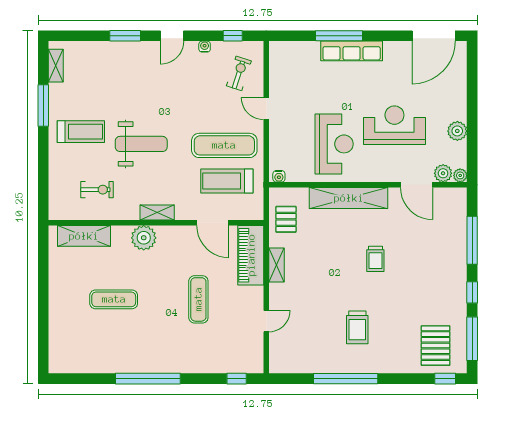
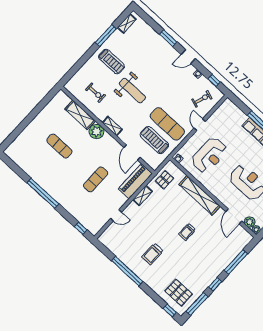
reception desk: (334, 144) -> (209, 155), moved
shelving: (84, 236) -> (80, 115), moved
pallet: (436, 346) -> (179, 292), turned 90

